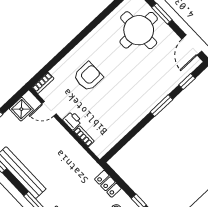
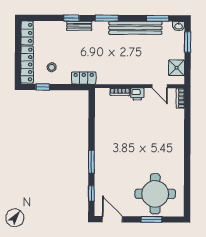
armchair: (88, 77) -> (156, 132), removed
door: (49, 109) -> (160, 86), swing flipped
locker: (108, 184) -> (84, 78), moved

